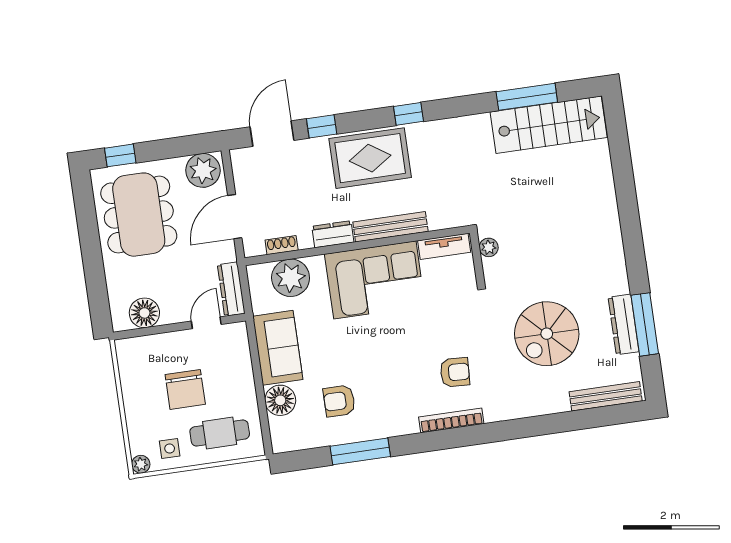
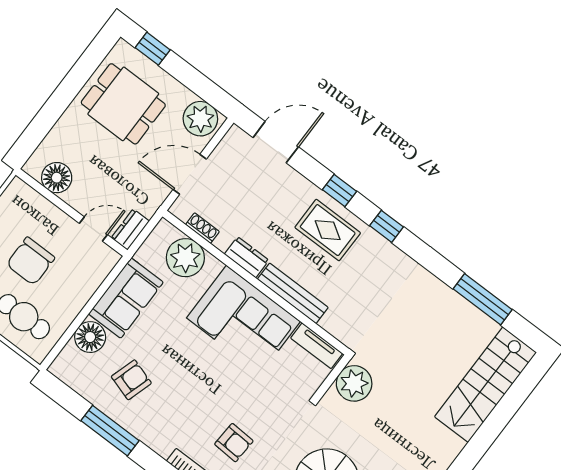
stairs: (549, 125) -> (486, 385), moved, turned 90
window: (322, 126) -> (339, 191), moved
rug: (370, 158) -> (328, 230), width x0.73, depth x0.70
dining table: (139, 215) -> (123, 104), width x0.73
plant: (489, 247) -> (354, 383), width x1.88, depth x1.88
dresser: (231, 289) -> (130, 229), width x0.70
armchair: (339, 401) -> (131, 380), turned 107

